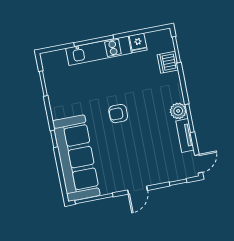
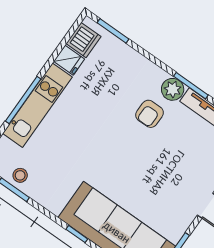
dishwasher: (168, 62) -> (83, 40), moved, turned -90
stool: (54, 79) -> (20, 175), added
armchair: (118, 114) -> (150, 114), moved

